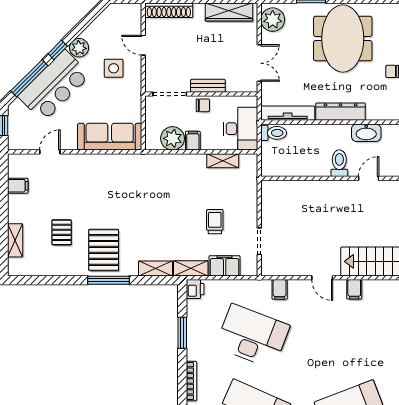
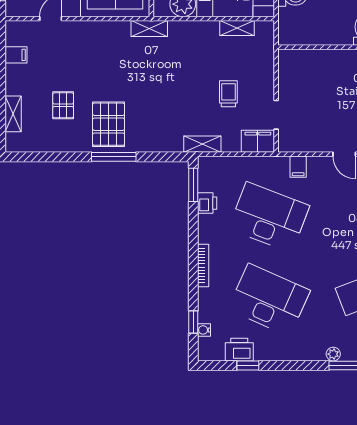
filing cabinet: (225, 266) -> (258, 141), moved
shelving: (156, 268) -> (149, 28), moved
printer: (195, 289) -> (207, 203), moved
window: (182, 333) -> (193, 185), moved

